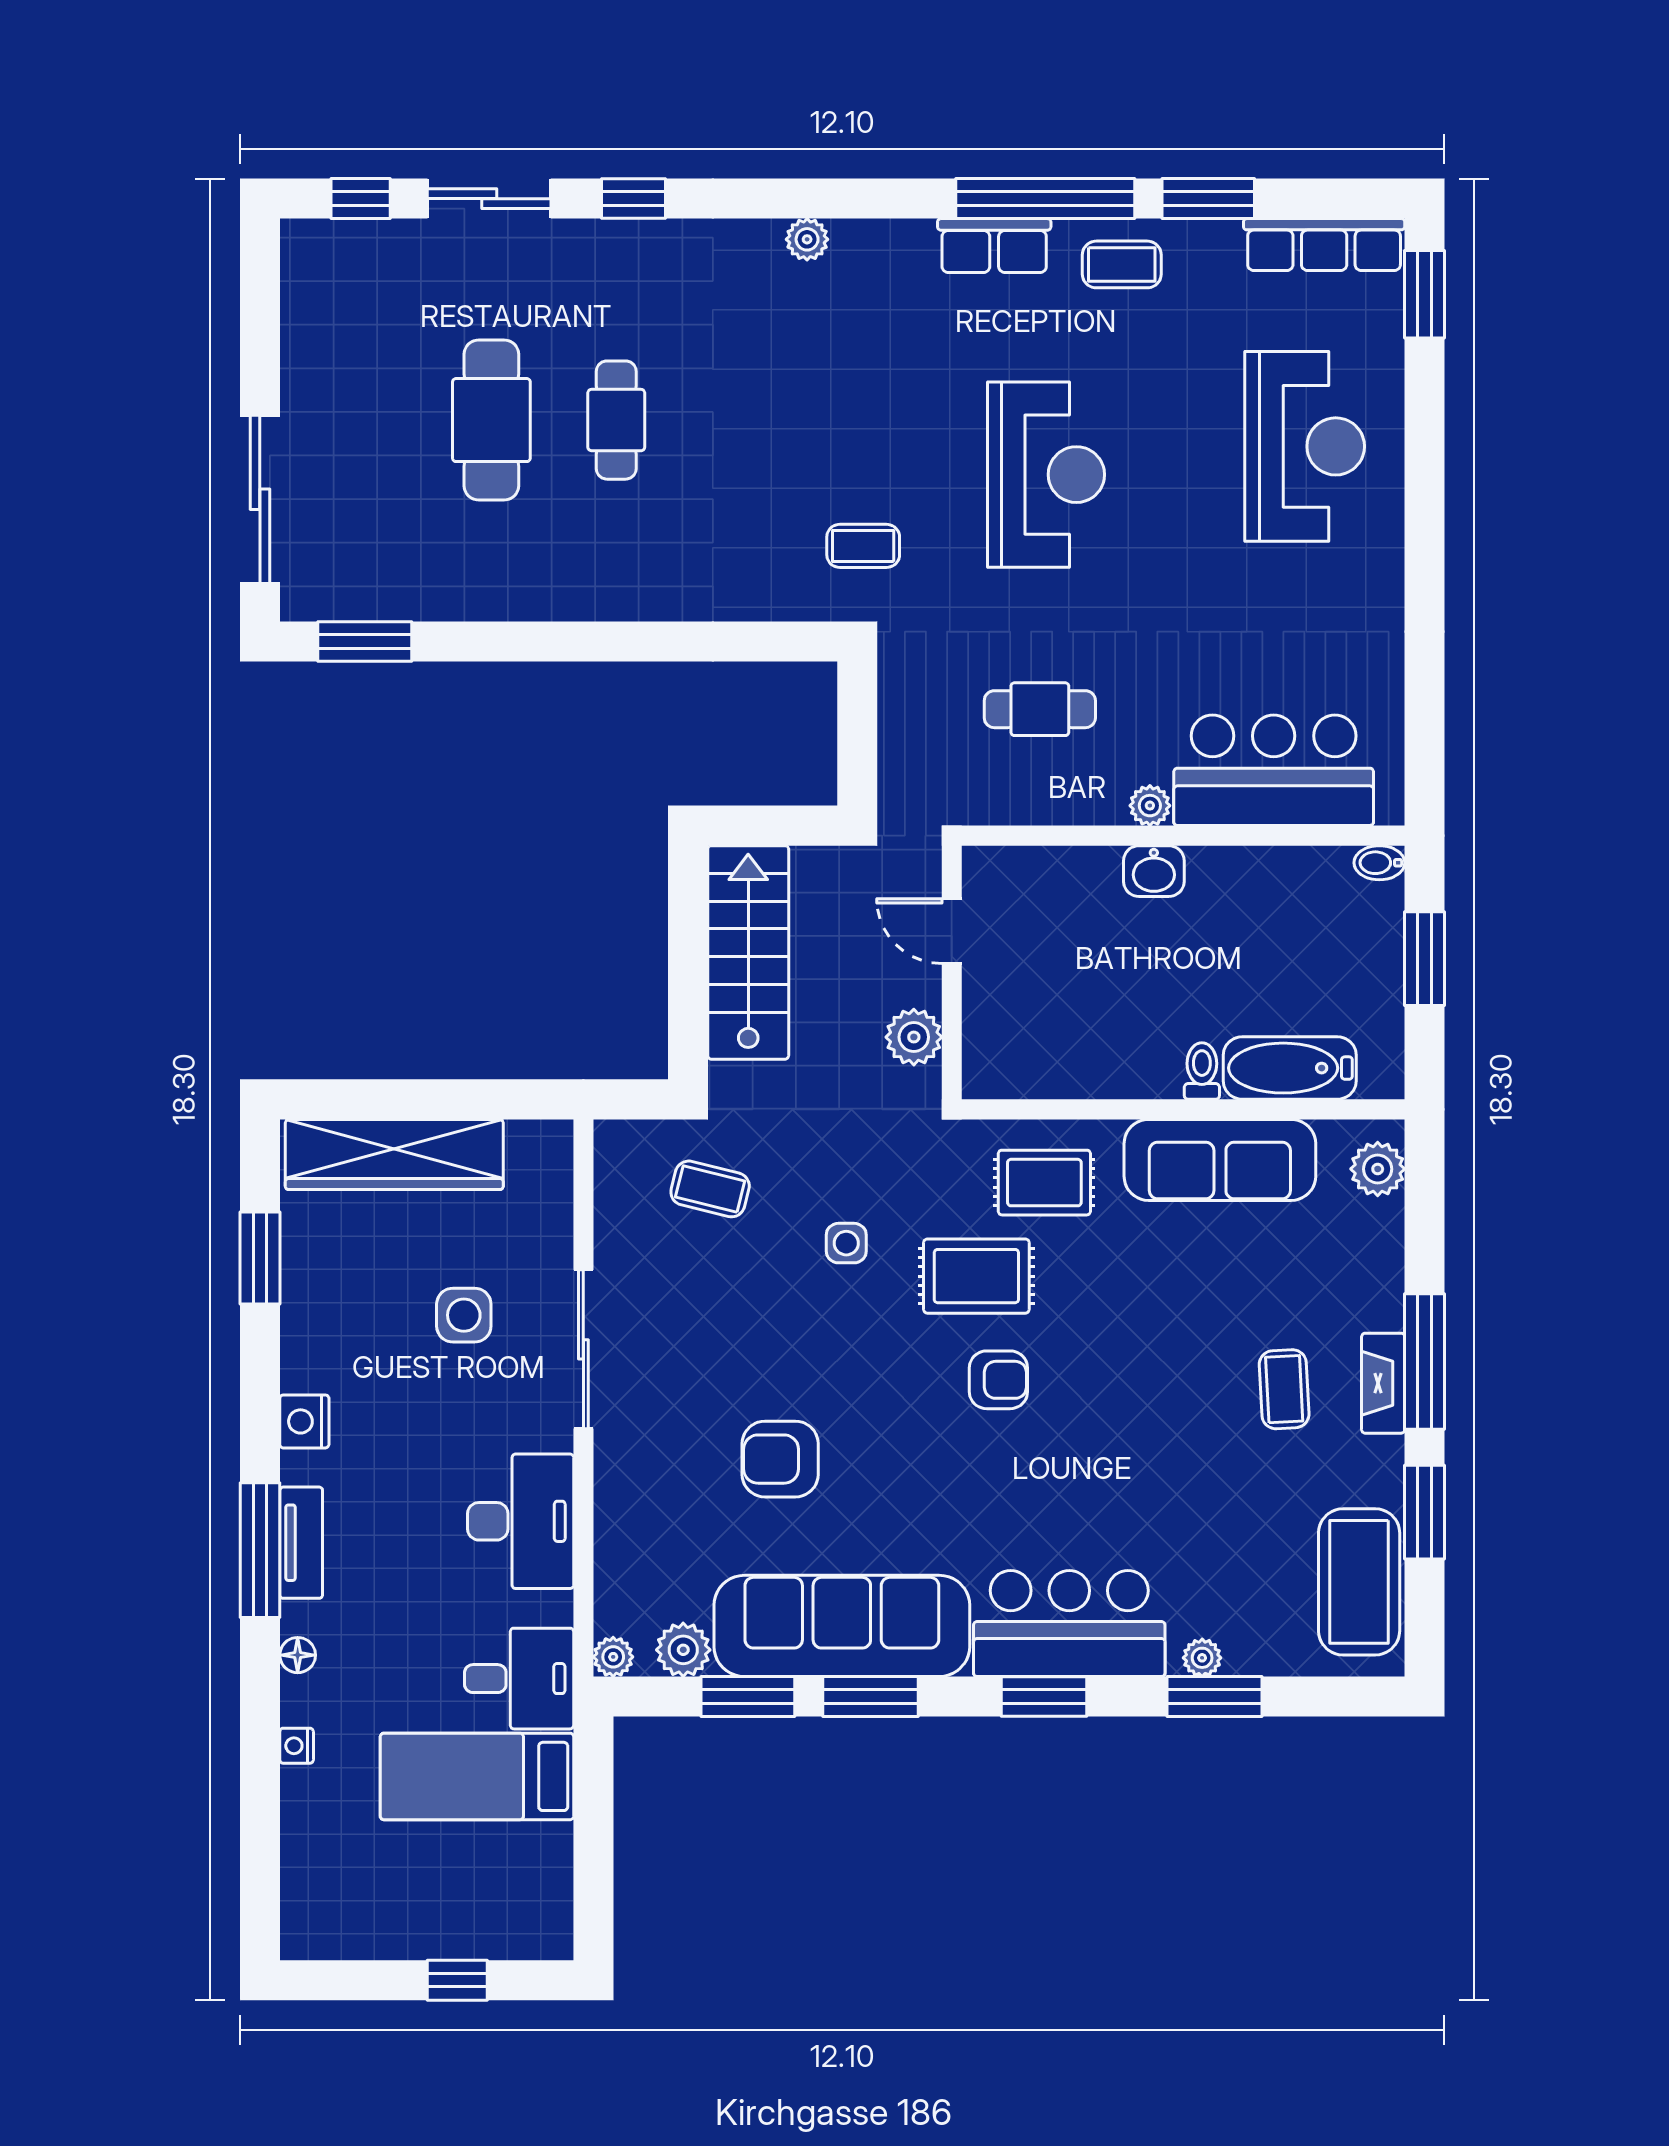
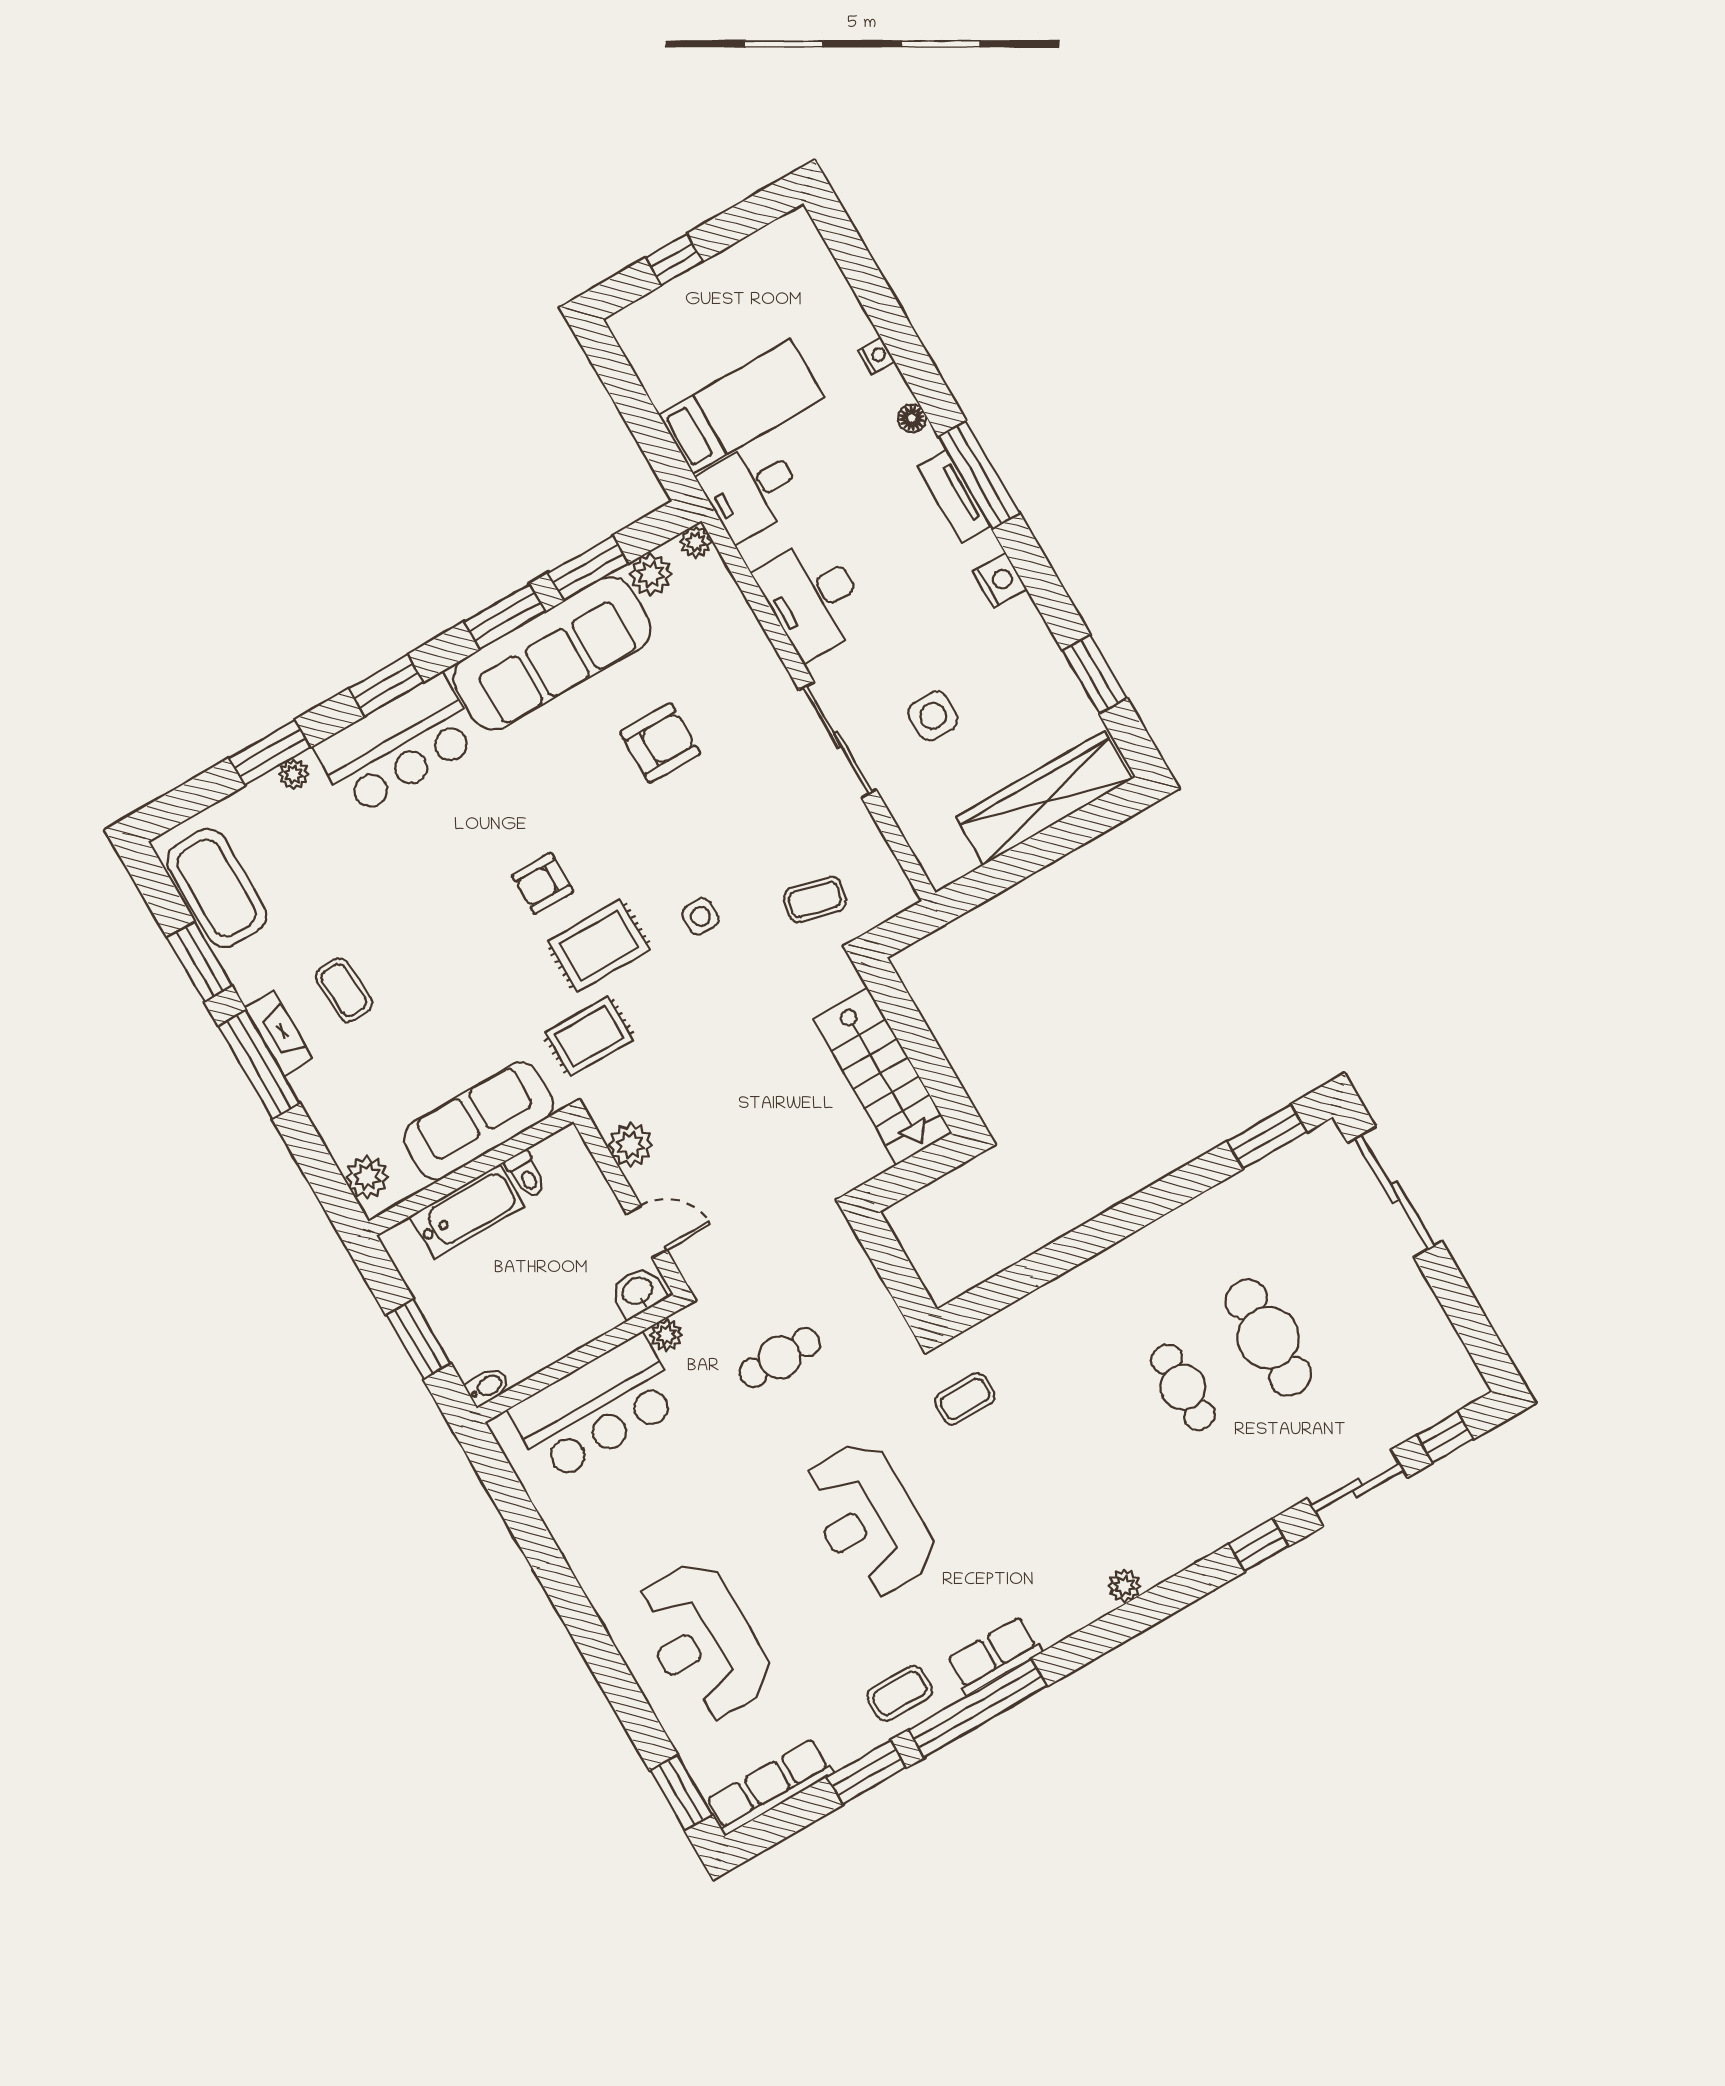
door: (952, 931) -> (647, 1232), moved
wall: (952, 972) -> (630, 1204), moved
plant: (914, 1037) -> (631, 1145), moved

